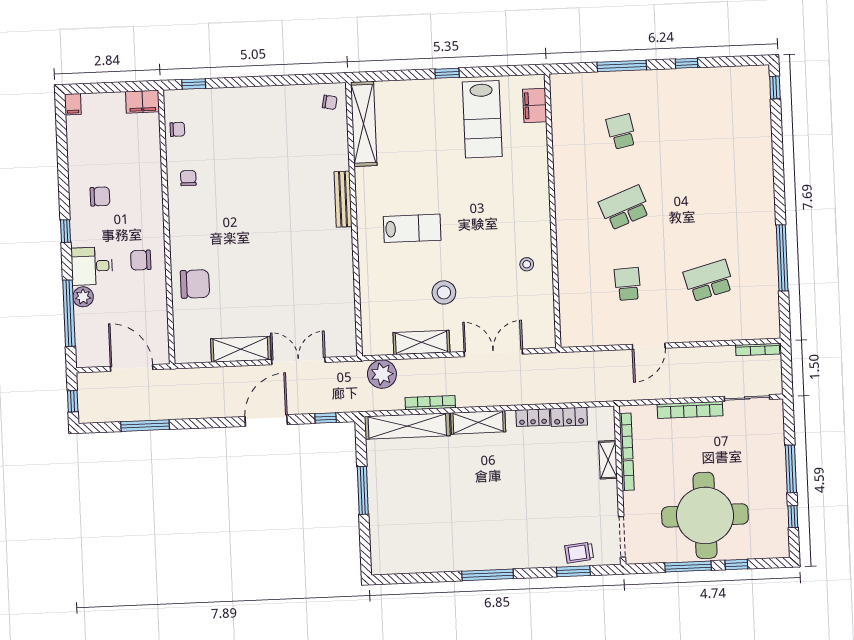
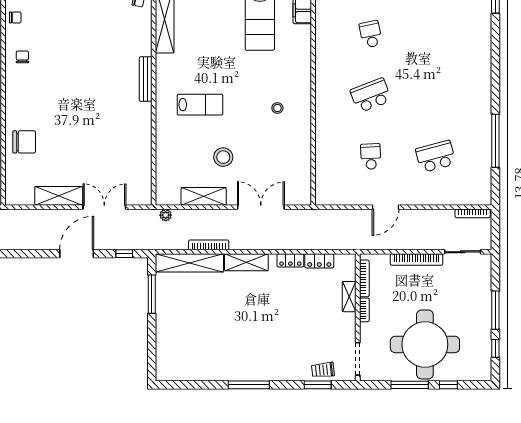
stool: (527, 264) -> (277, 108), moved
plant: (382, 374) -> (166, 215), width x0.53, depth x0.53
window: (363, 490) -> (152, 294), moved

